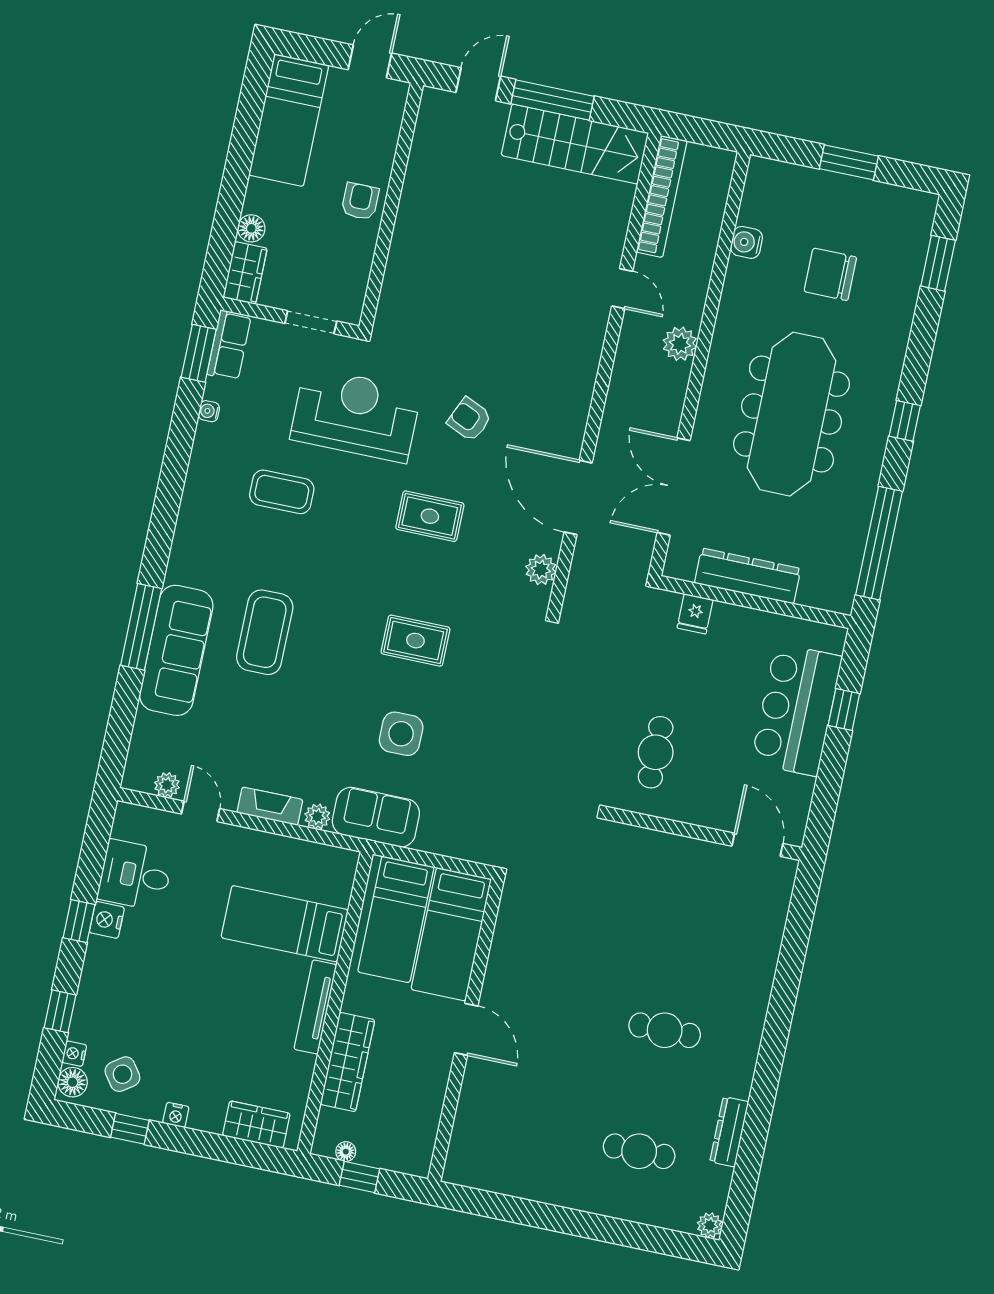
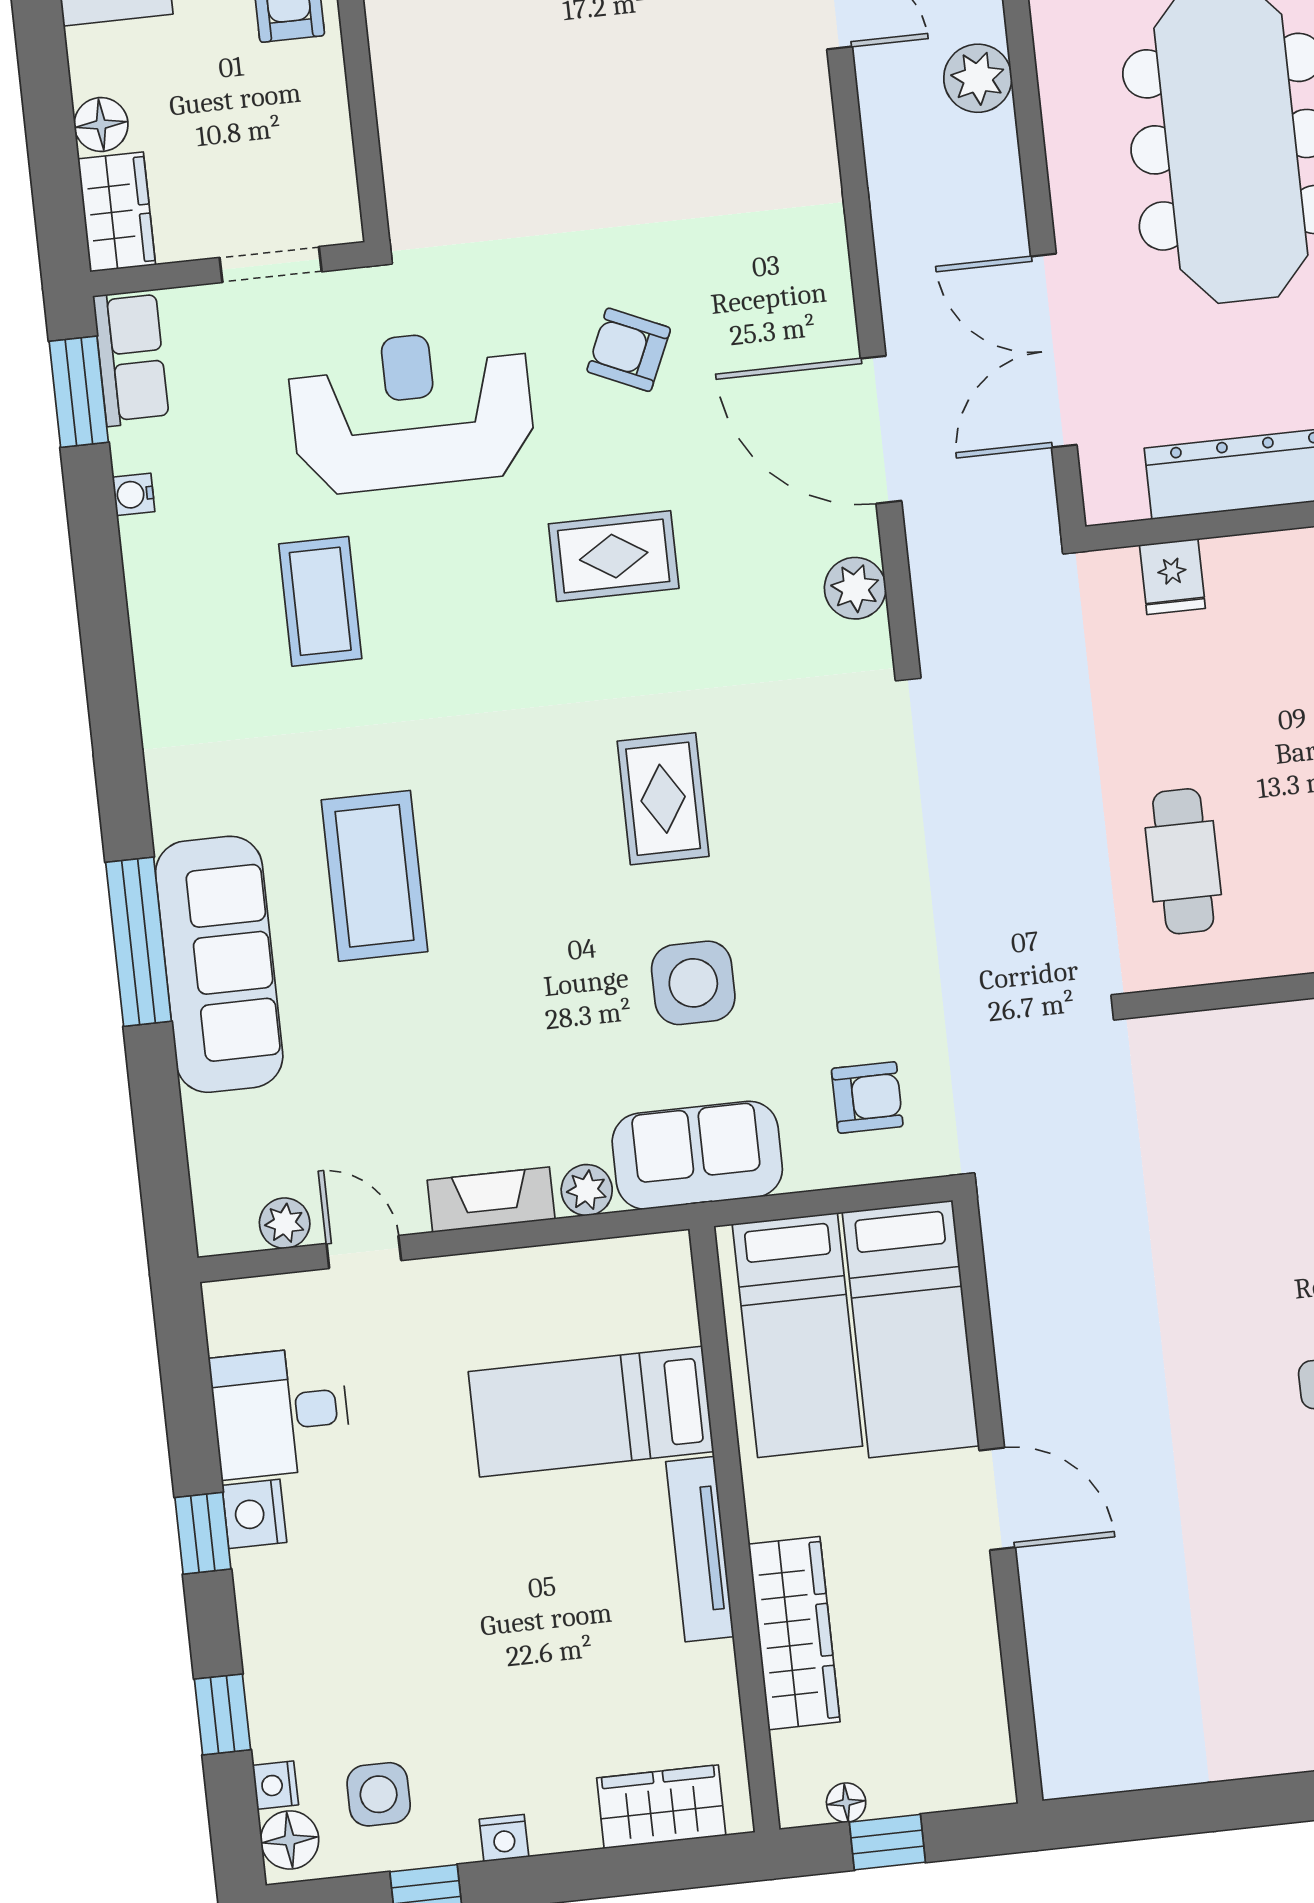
coffee table: (282, 492) -> (320, 601), turned 90
rug: (415, 641) -> (663, 799), turned 90
armchair: (467, 816) -> (867, 1097), added
side table: (122, 1074) -> (379, 1794), turned 35

